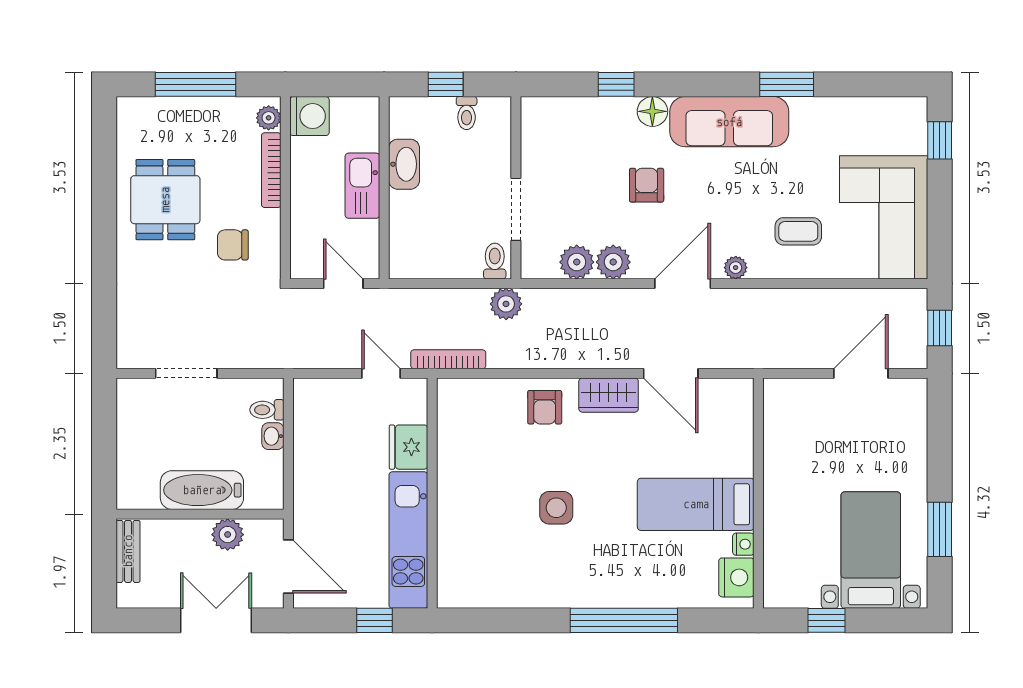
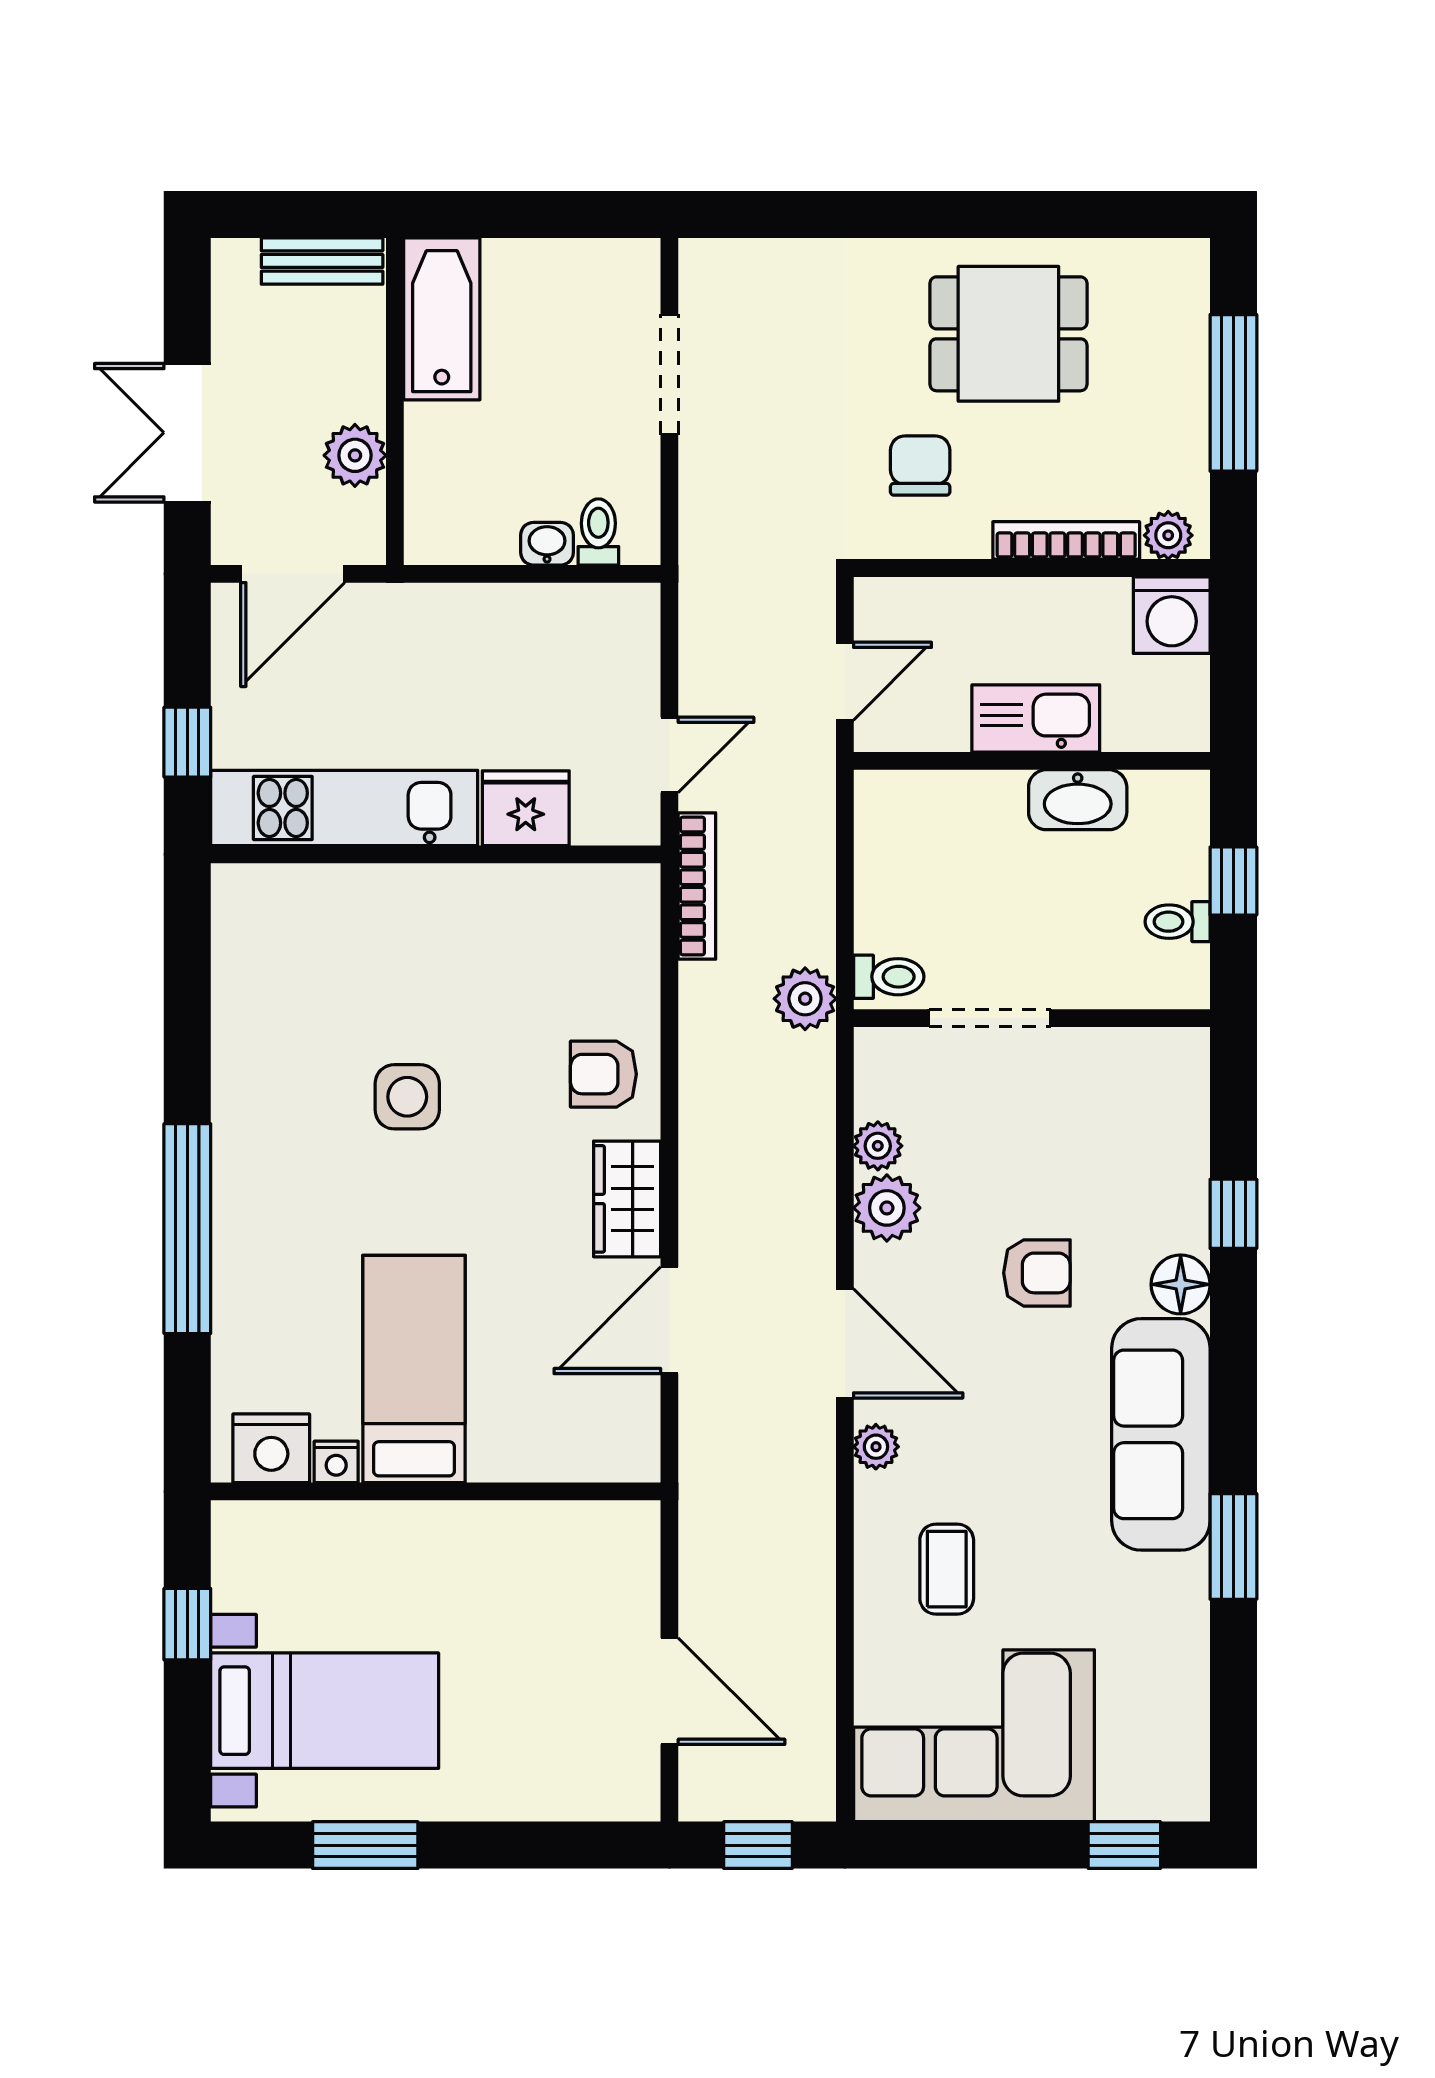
plant: (577, 262) -> (878, 1146), width x0.73, depth x0.73
bathtub: (202, 490) -> (442, 319), moved
double door: (216, 620) -> (187, 433), swing flipped

